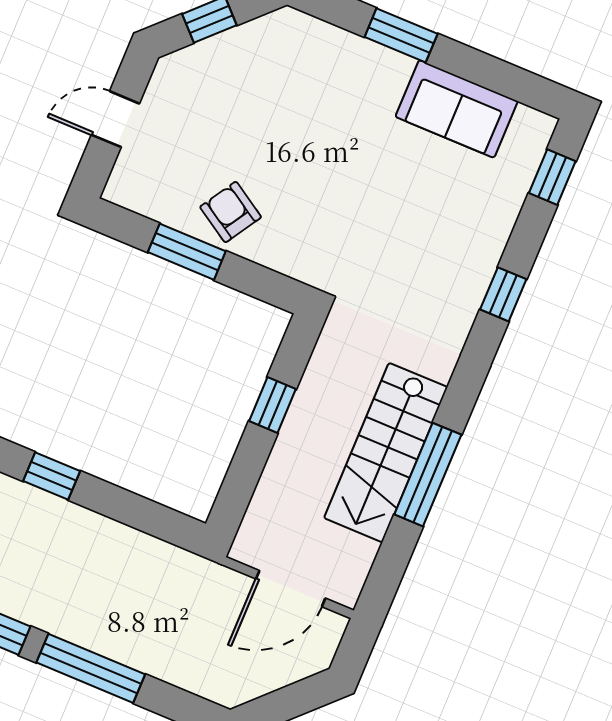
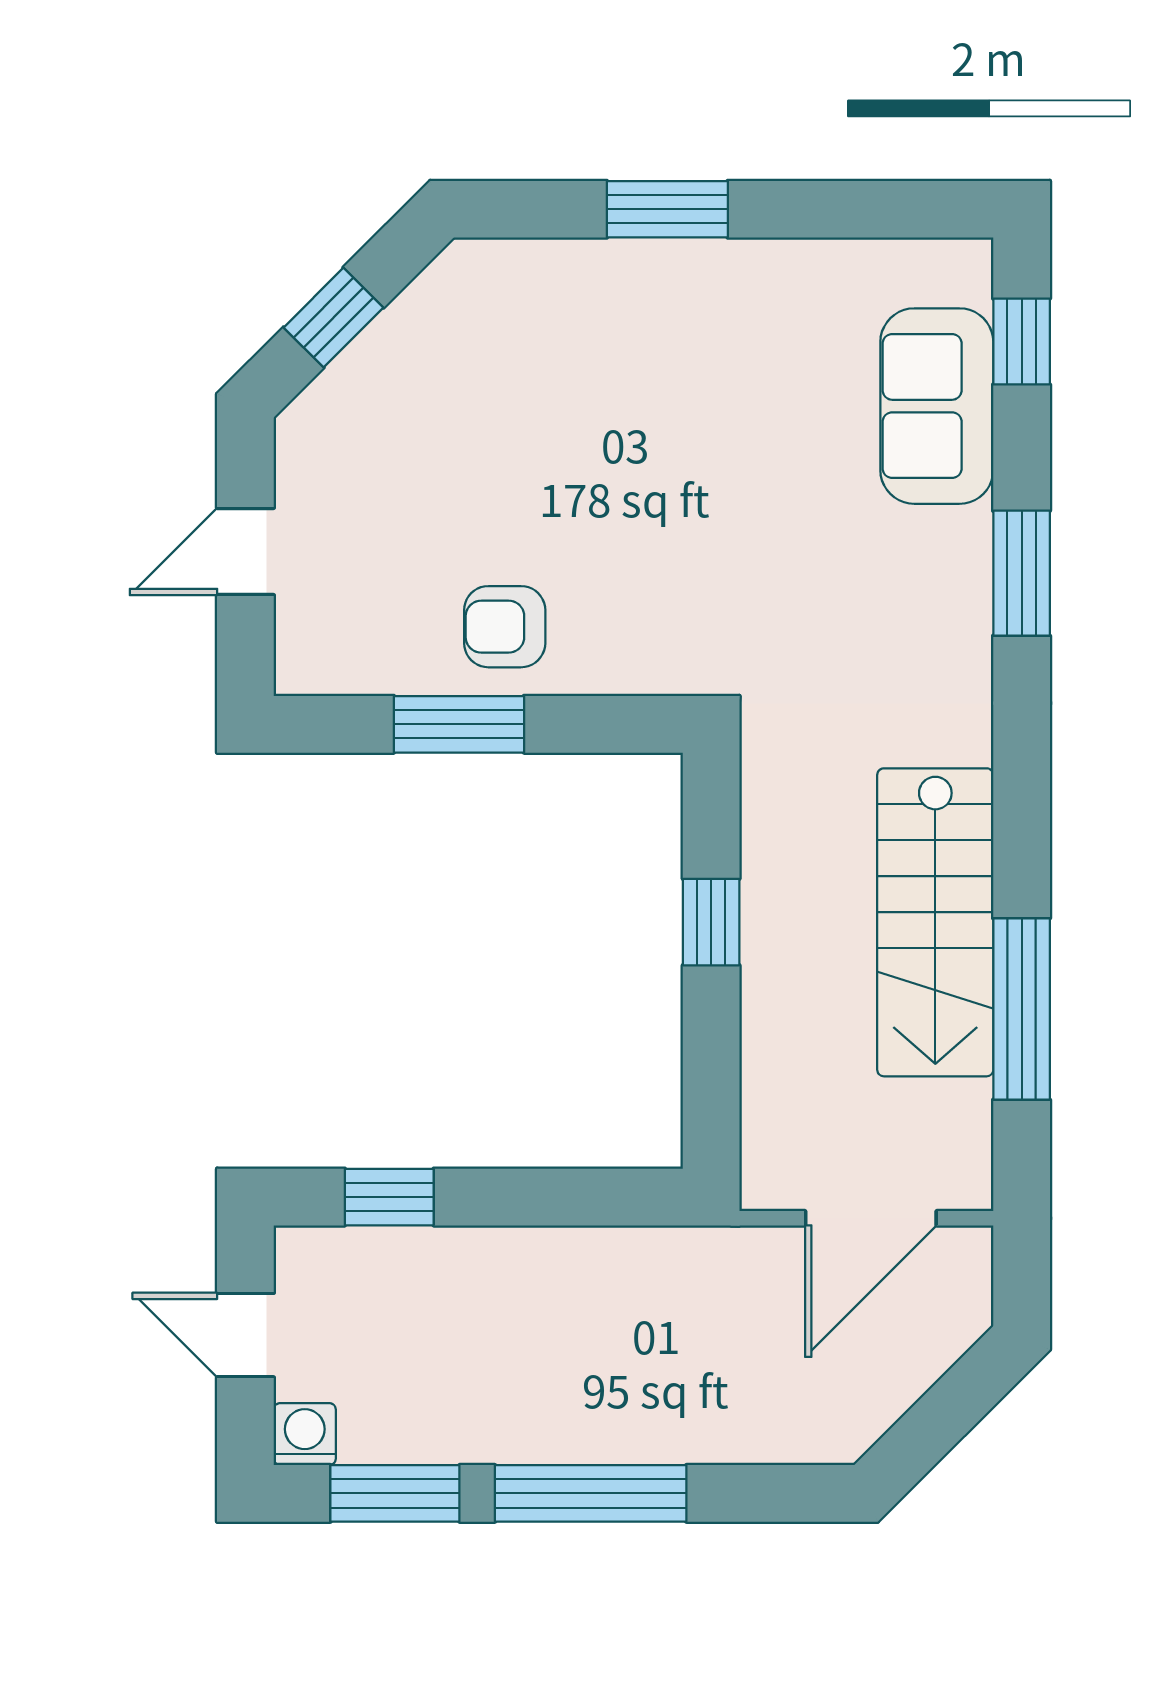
sofa: (457, 109) -> (937, 406), moved, turned 90
armchair: (231, 212) -> (505, 627), turned -32
window: (503, 294) -> (1022, 573), width x1.50
window: (428, 475) -> (1022, 1009), moved

